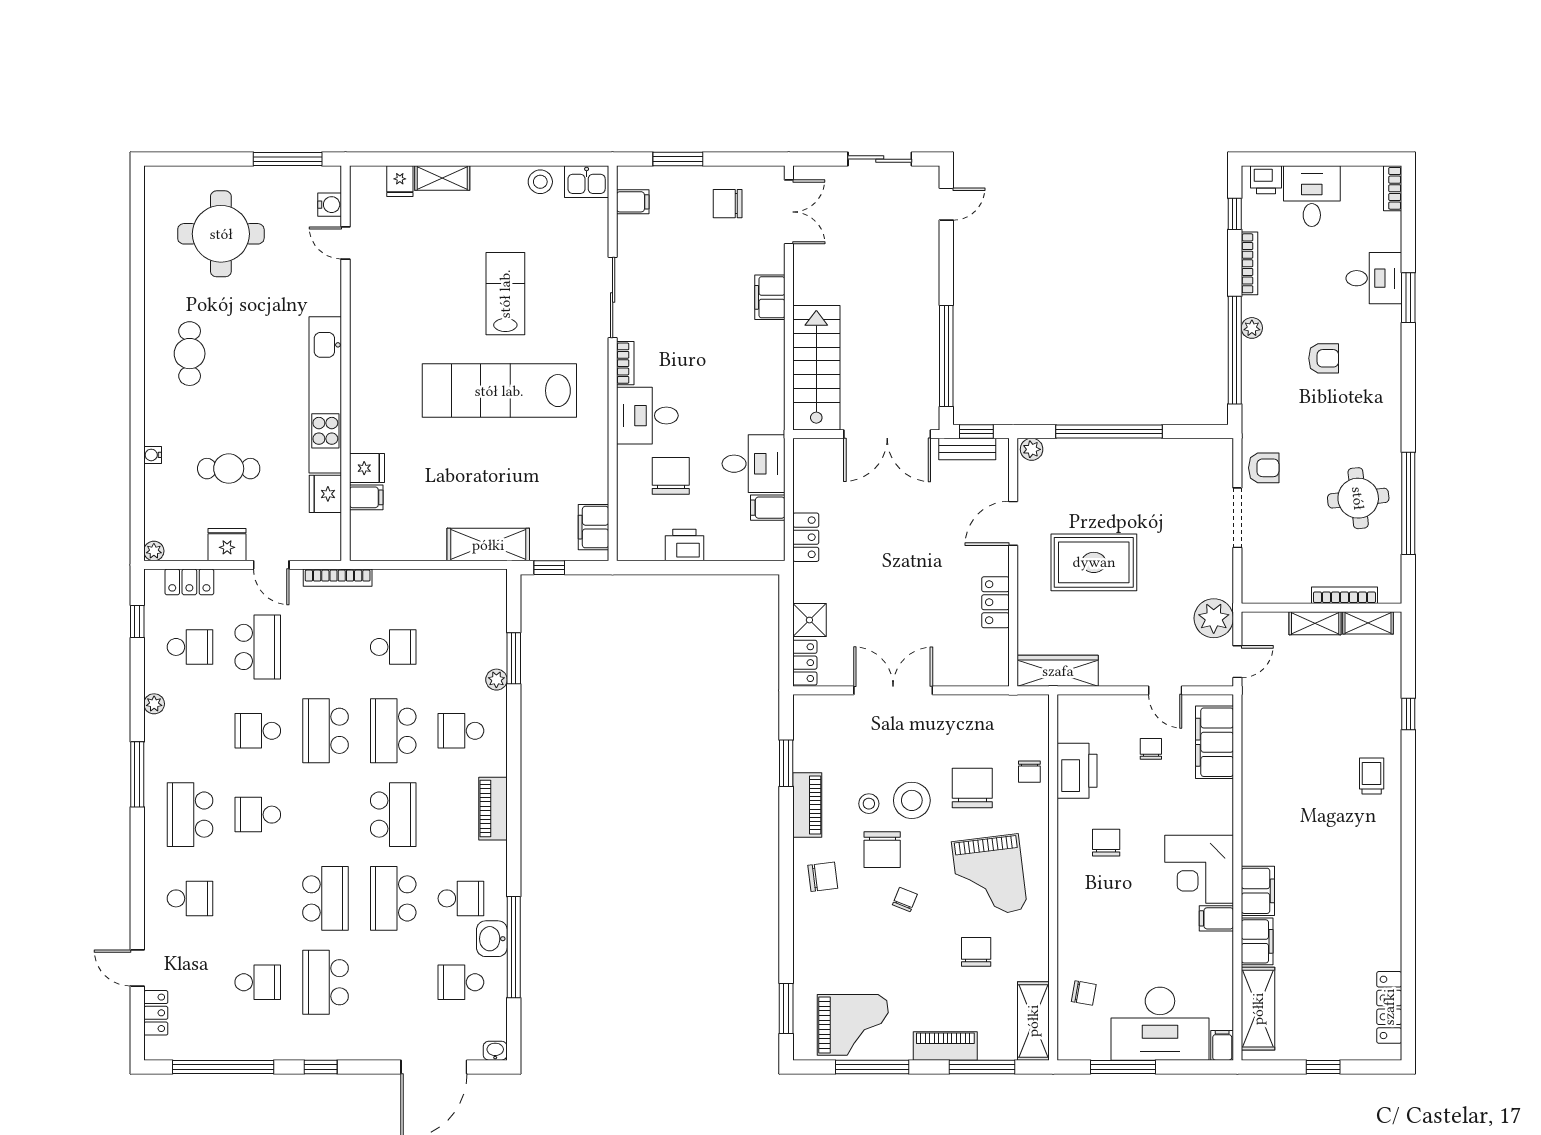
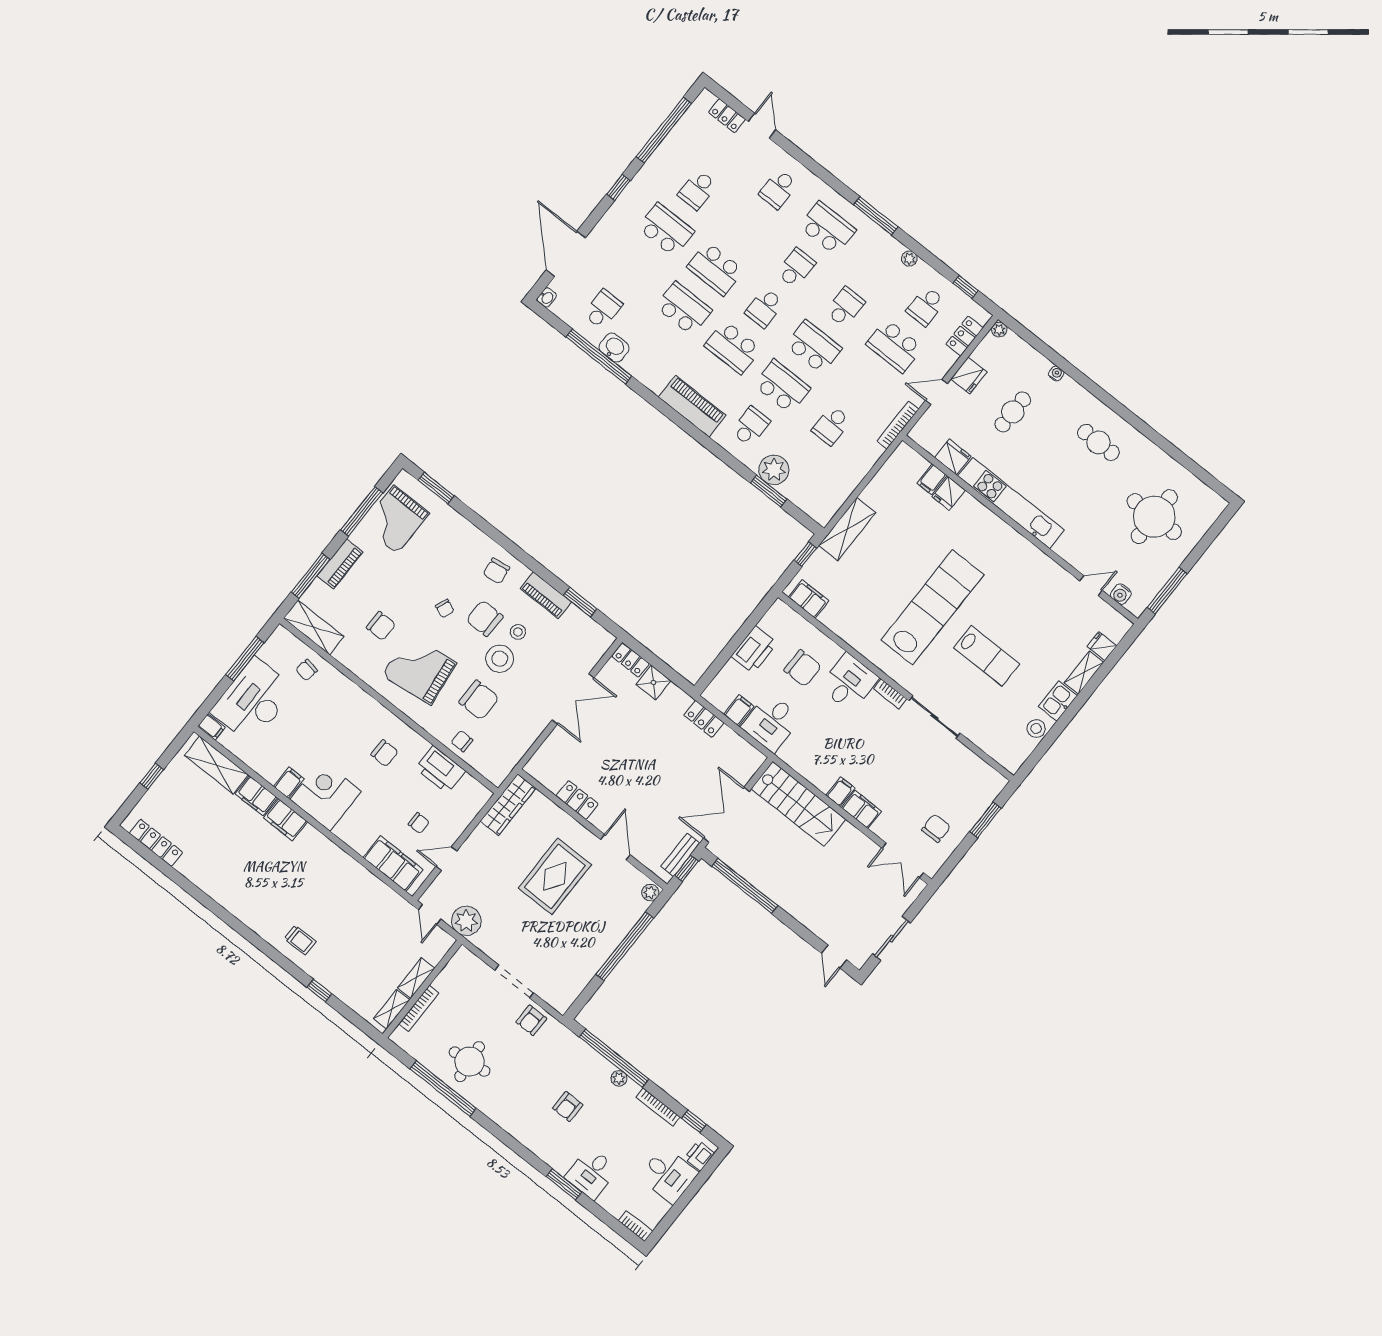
kitchen sink: (587, 182) -> (1058, 701), moved
filing cabinet: (633, 202) -> (840, 792), moved, turned 180
printer: (684, 545) -> (754, 650), width x1.37, depth x1.19
plant: (496, 680) -> (774, 470), width x1.87, depth x1.87
piano: (493, 809) -> (692, 406), width x1.37, depth x1.33
school desk: (461, 898) -> (764, 308), moved
door: (137, 968) -> (762, 126), hinge flipped

